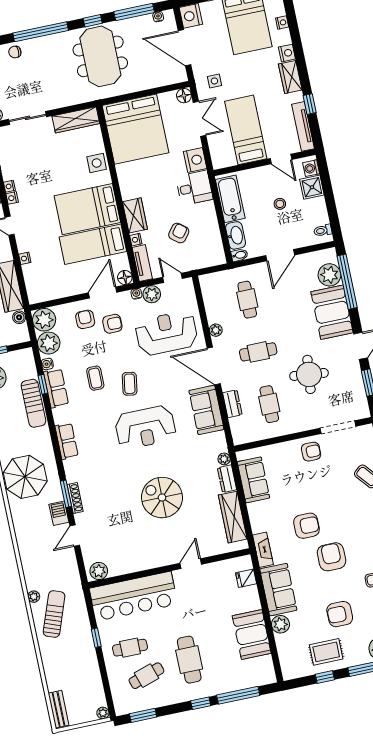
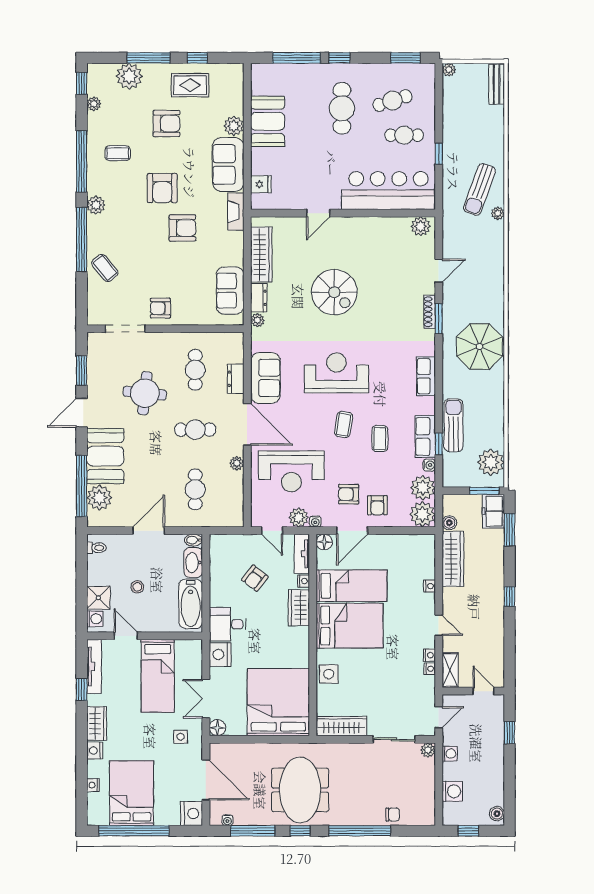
barbecue: (59, 513) -> (451, 299), removed
armchair: (307, 526) -> (182, 228), turned 180

